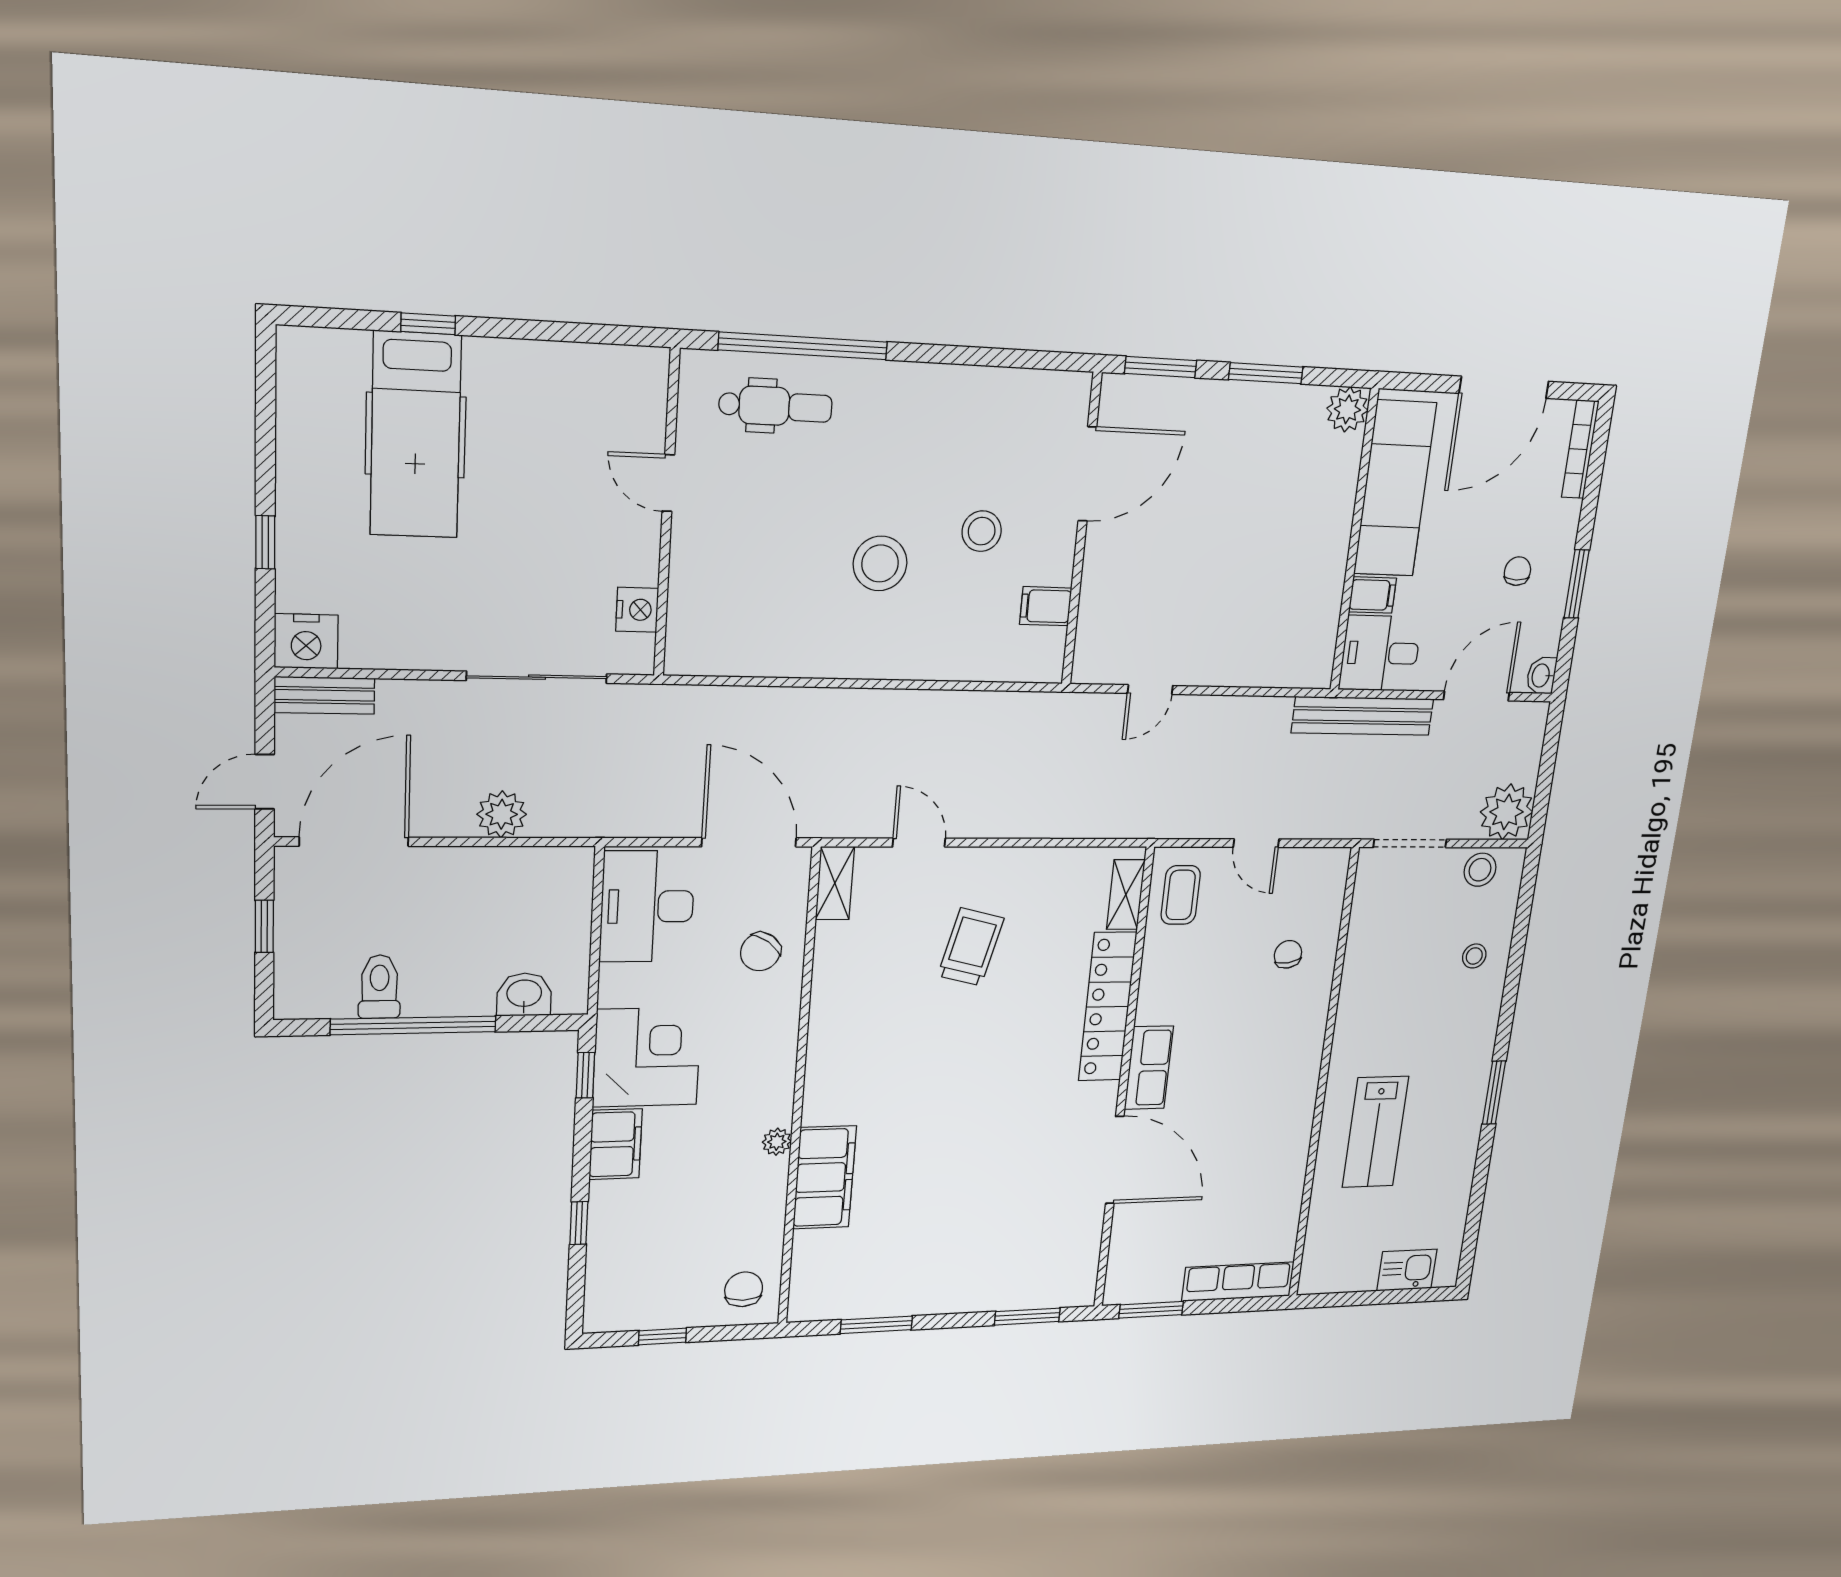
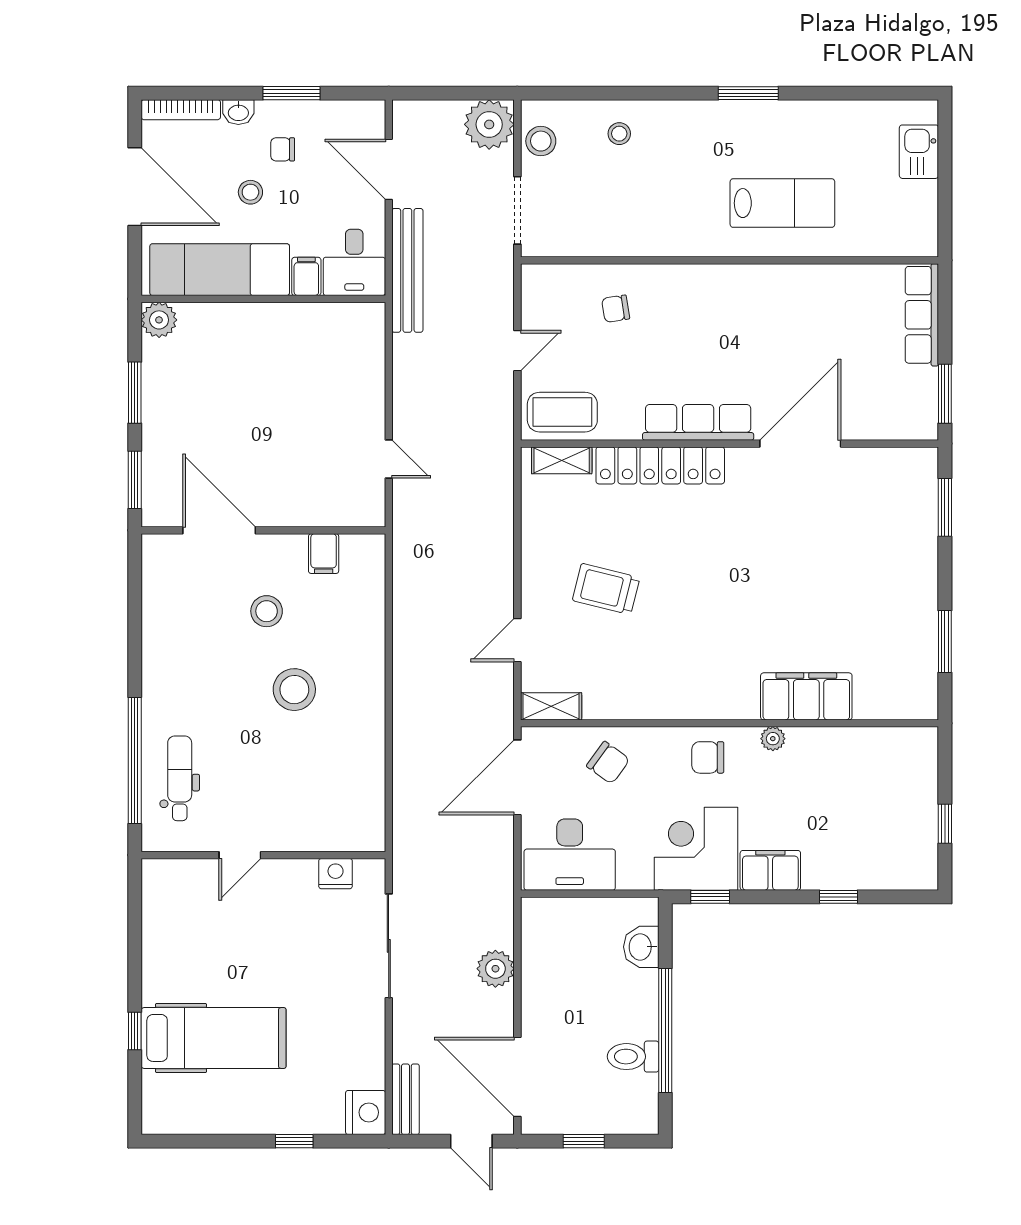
stool: (1476, 530) -> (250, 192), added
washbasin: (1541, 676) -> (238, 112), moved
coffee table: (1181, 895) -> (562, 412), width x1.36, depth x1.30
row of seats: (1149, 1068) -> (698, 422), width x1.48
chair: (744, 1289) -> (708, 757), moved

